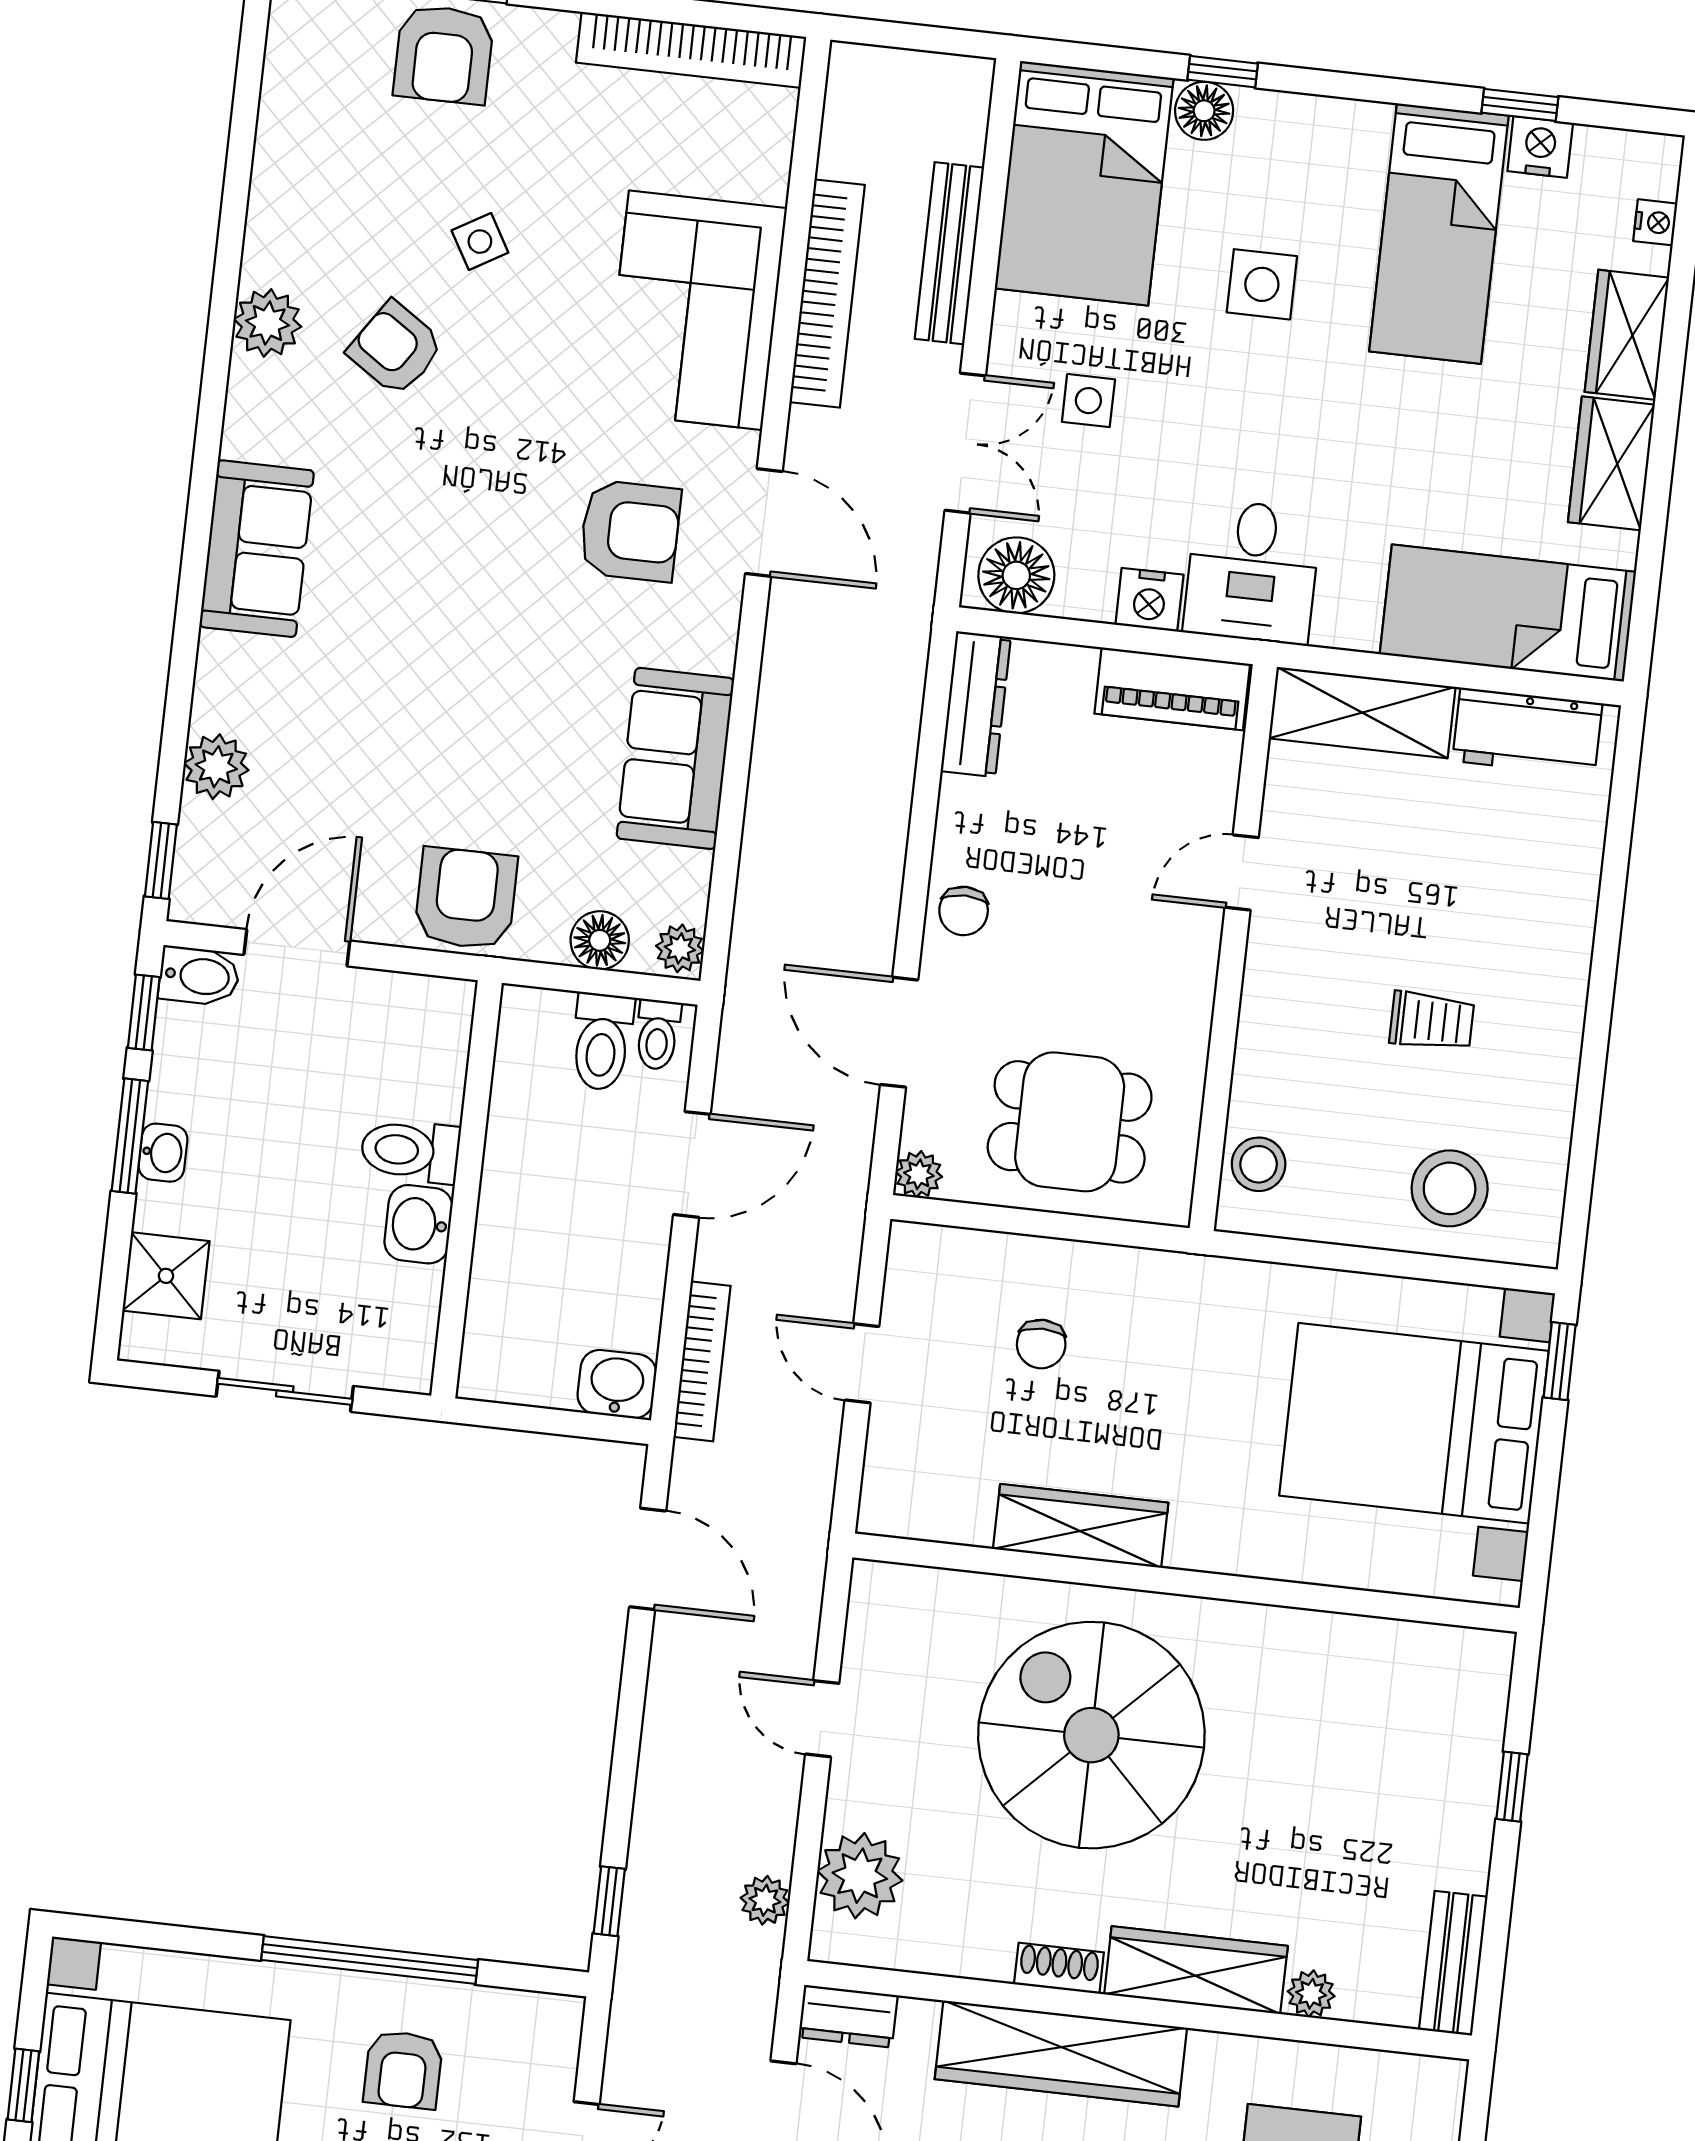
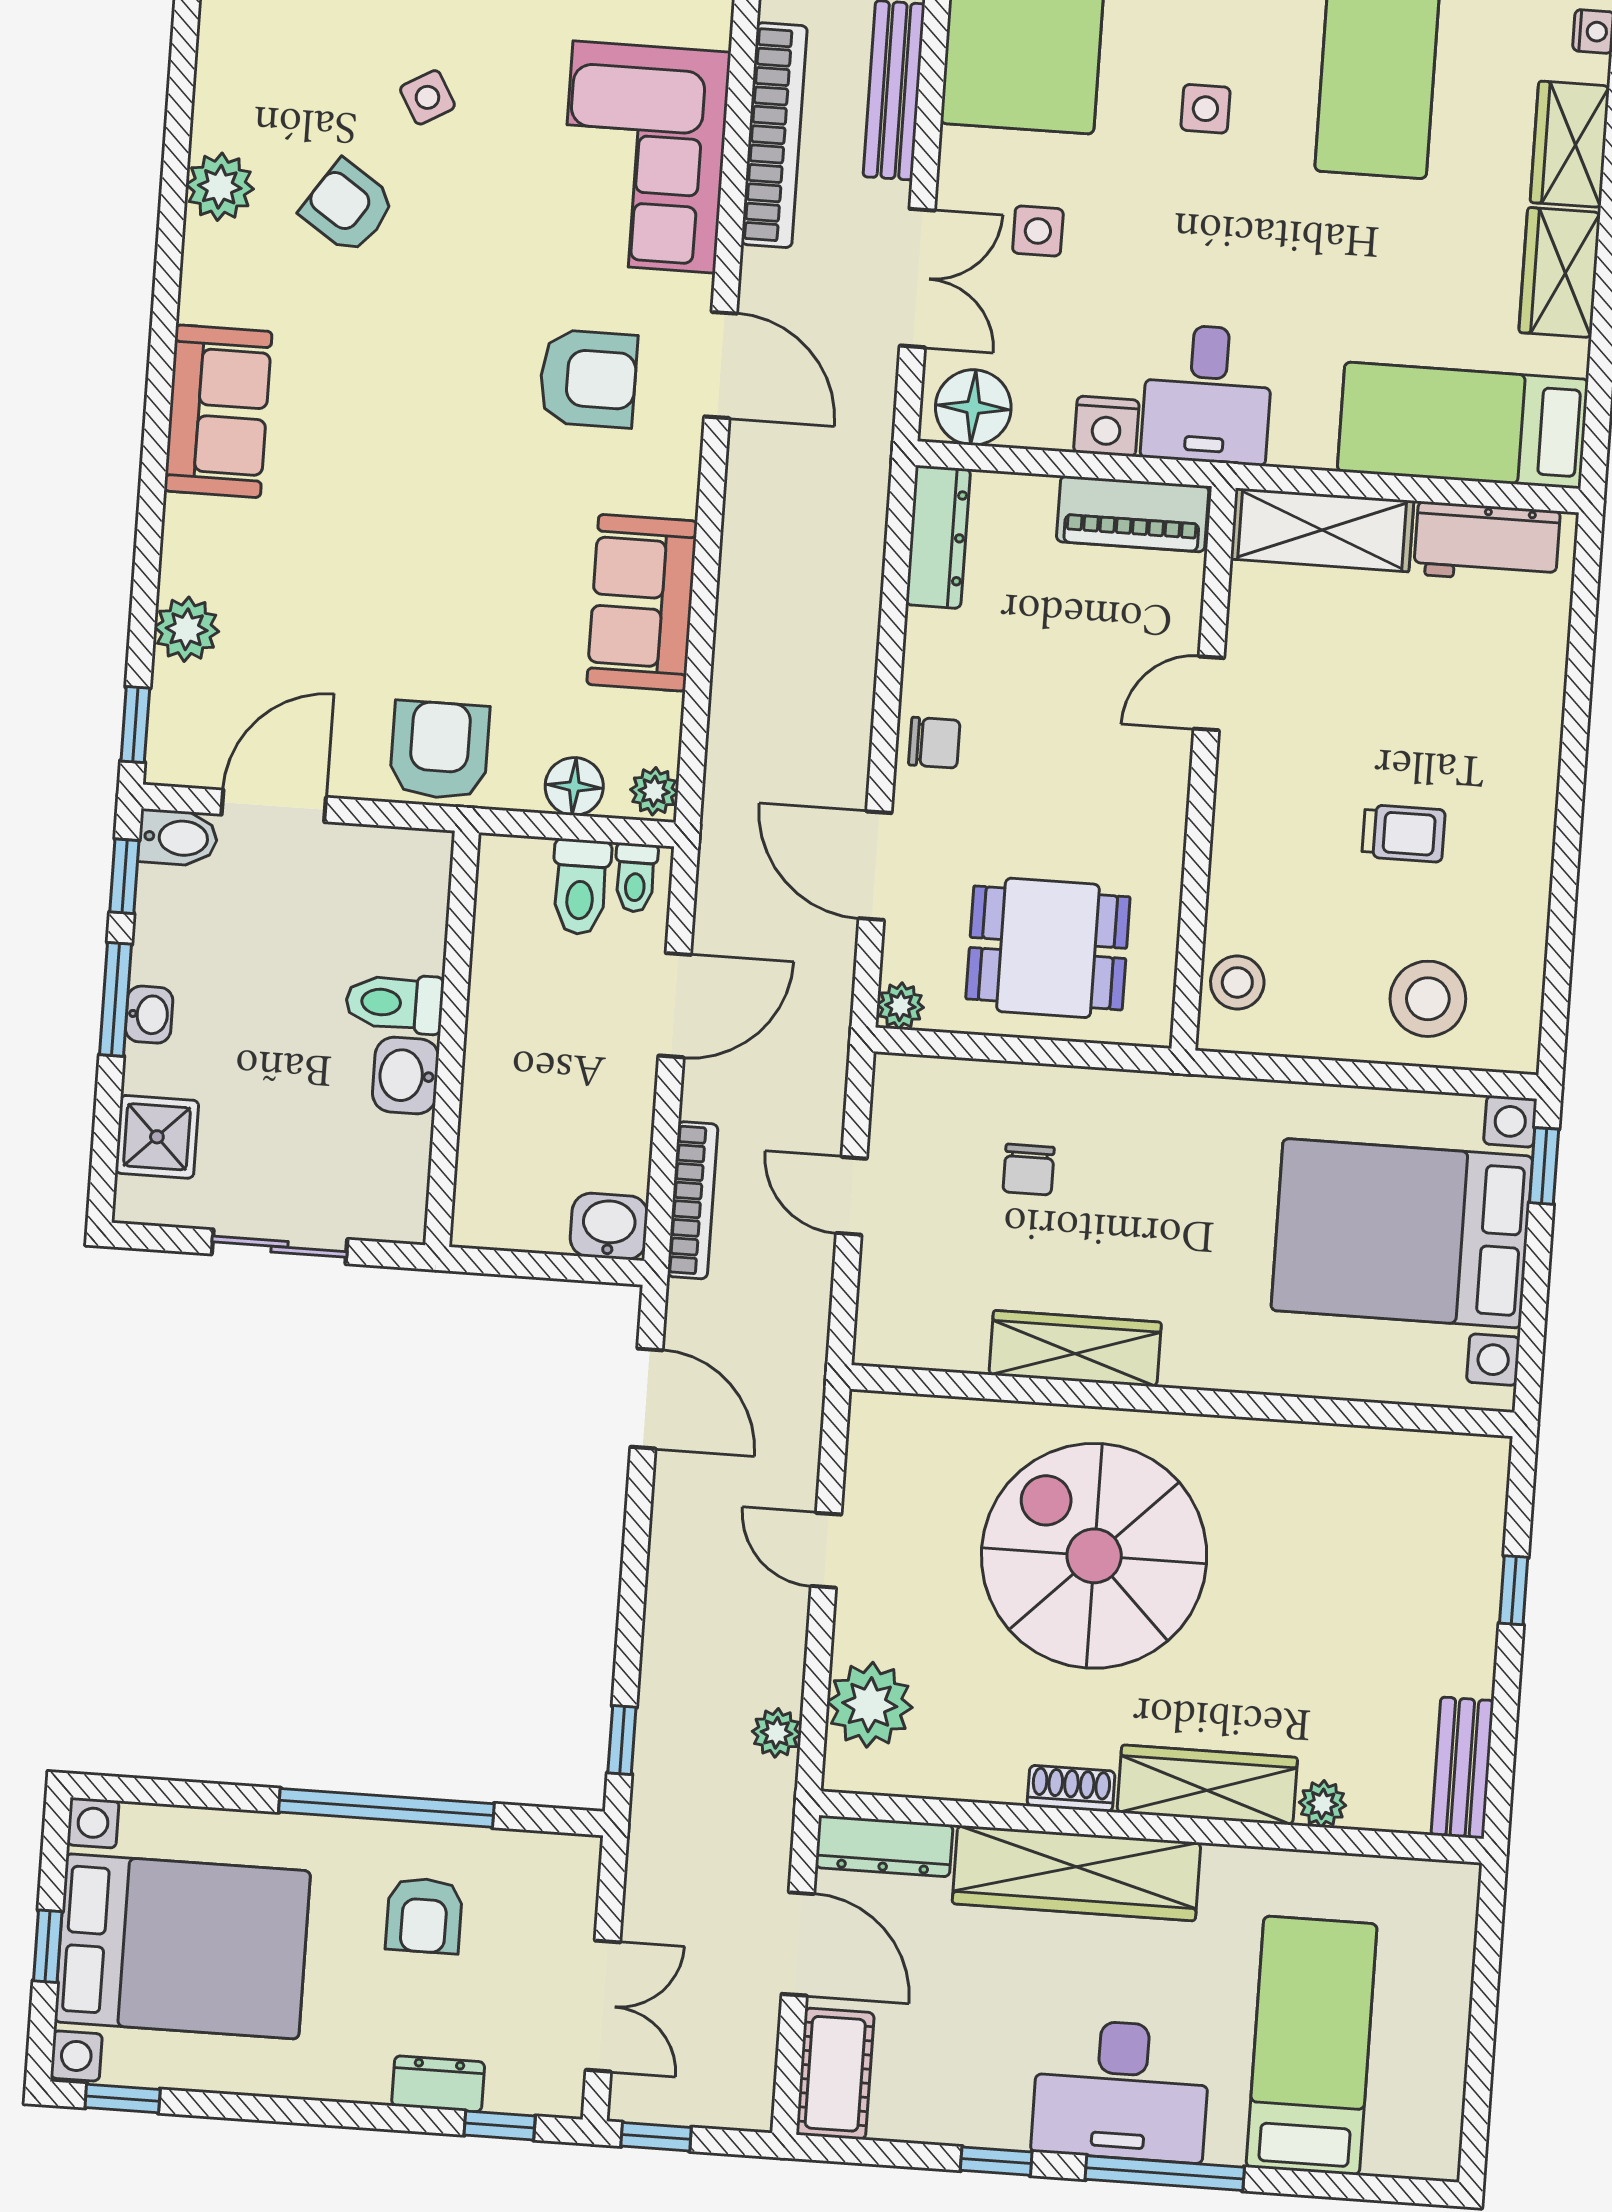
side table: (1262, 284) -> (1205, 109), width x0.73, depth x0.73
chair: (964, 911) -> (934, 743), turned -90
dresser: (848, 2016) -> (884, 1846), width x1.44

